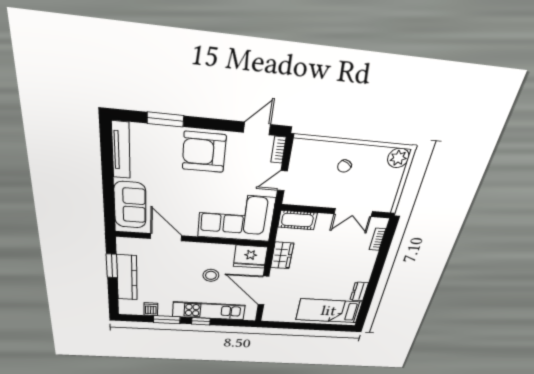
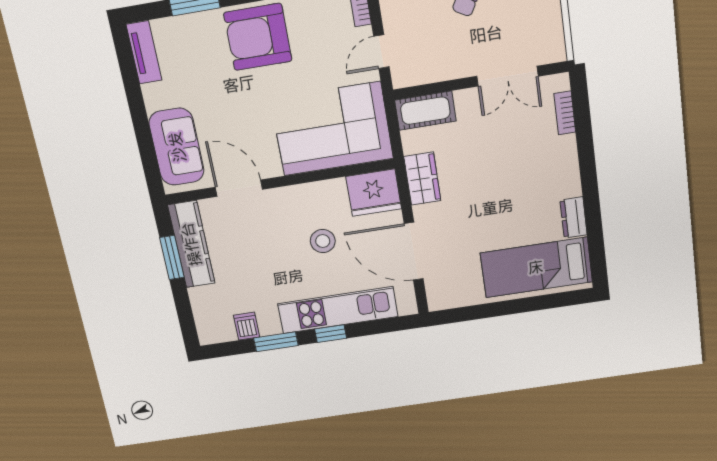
tv unit: (121, 150) -> (144, 52), width x0.71
kitchen counter: (127, 278) -> (191, 244), moved

